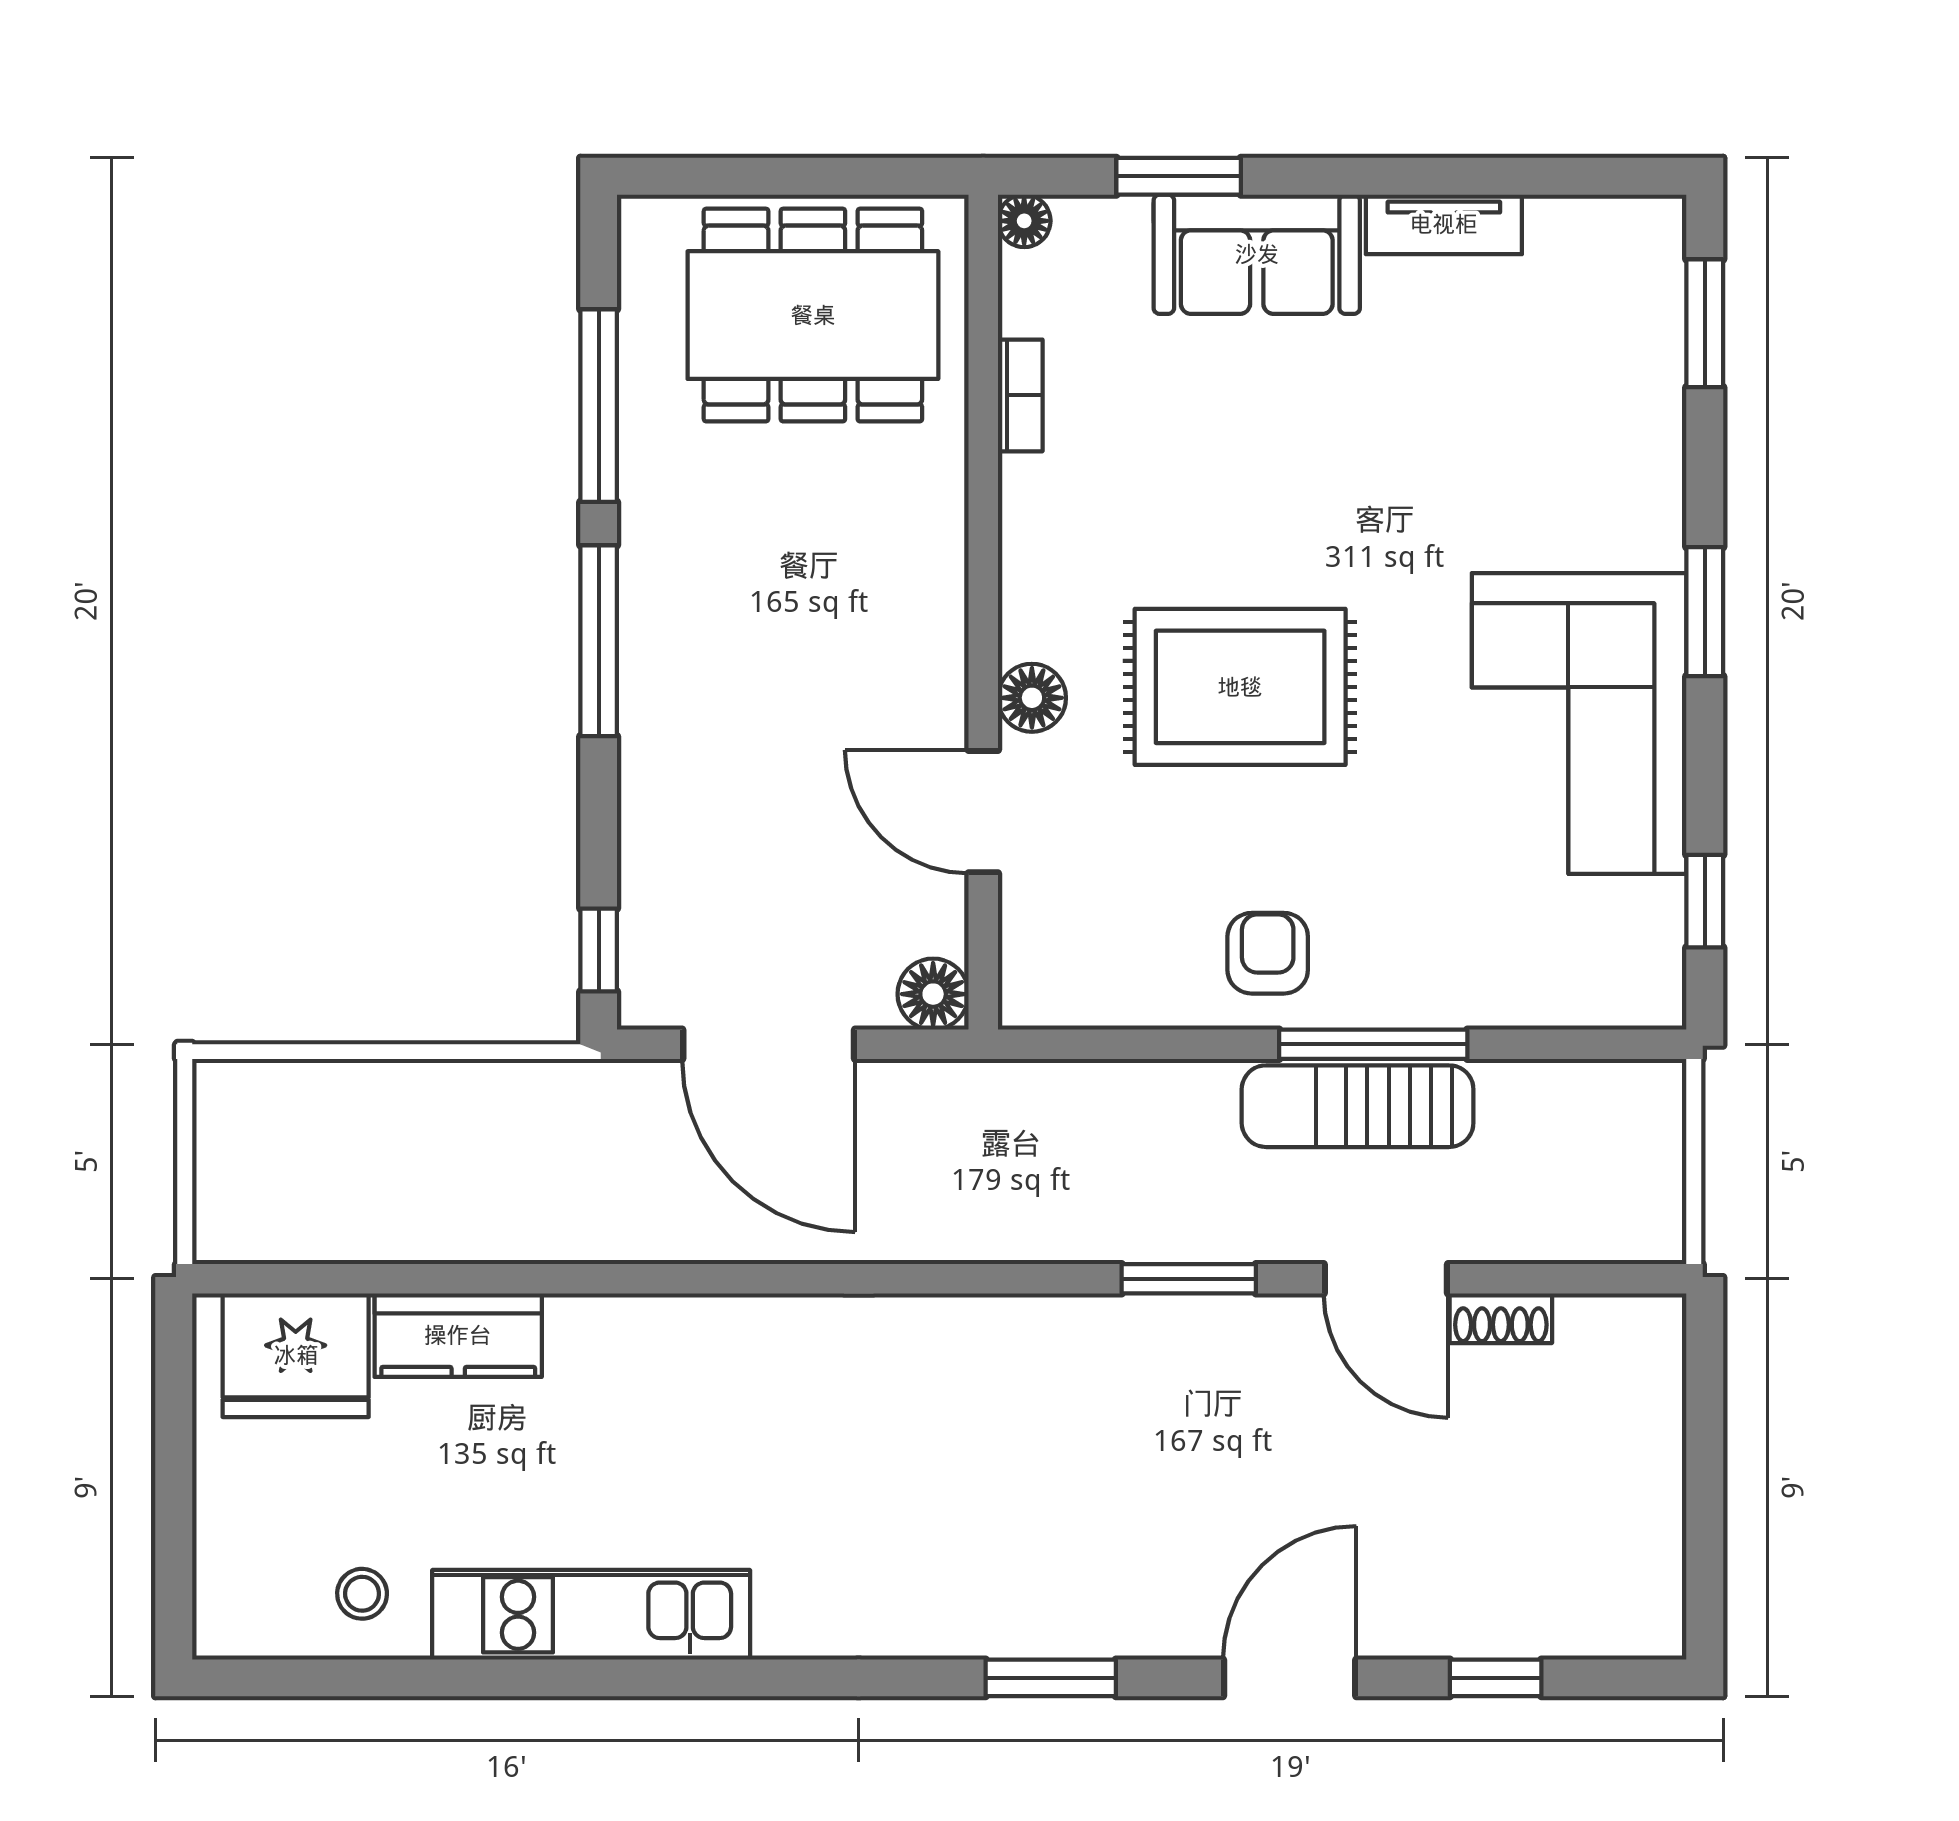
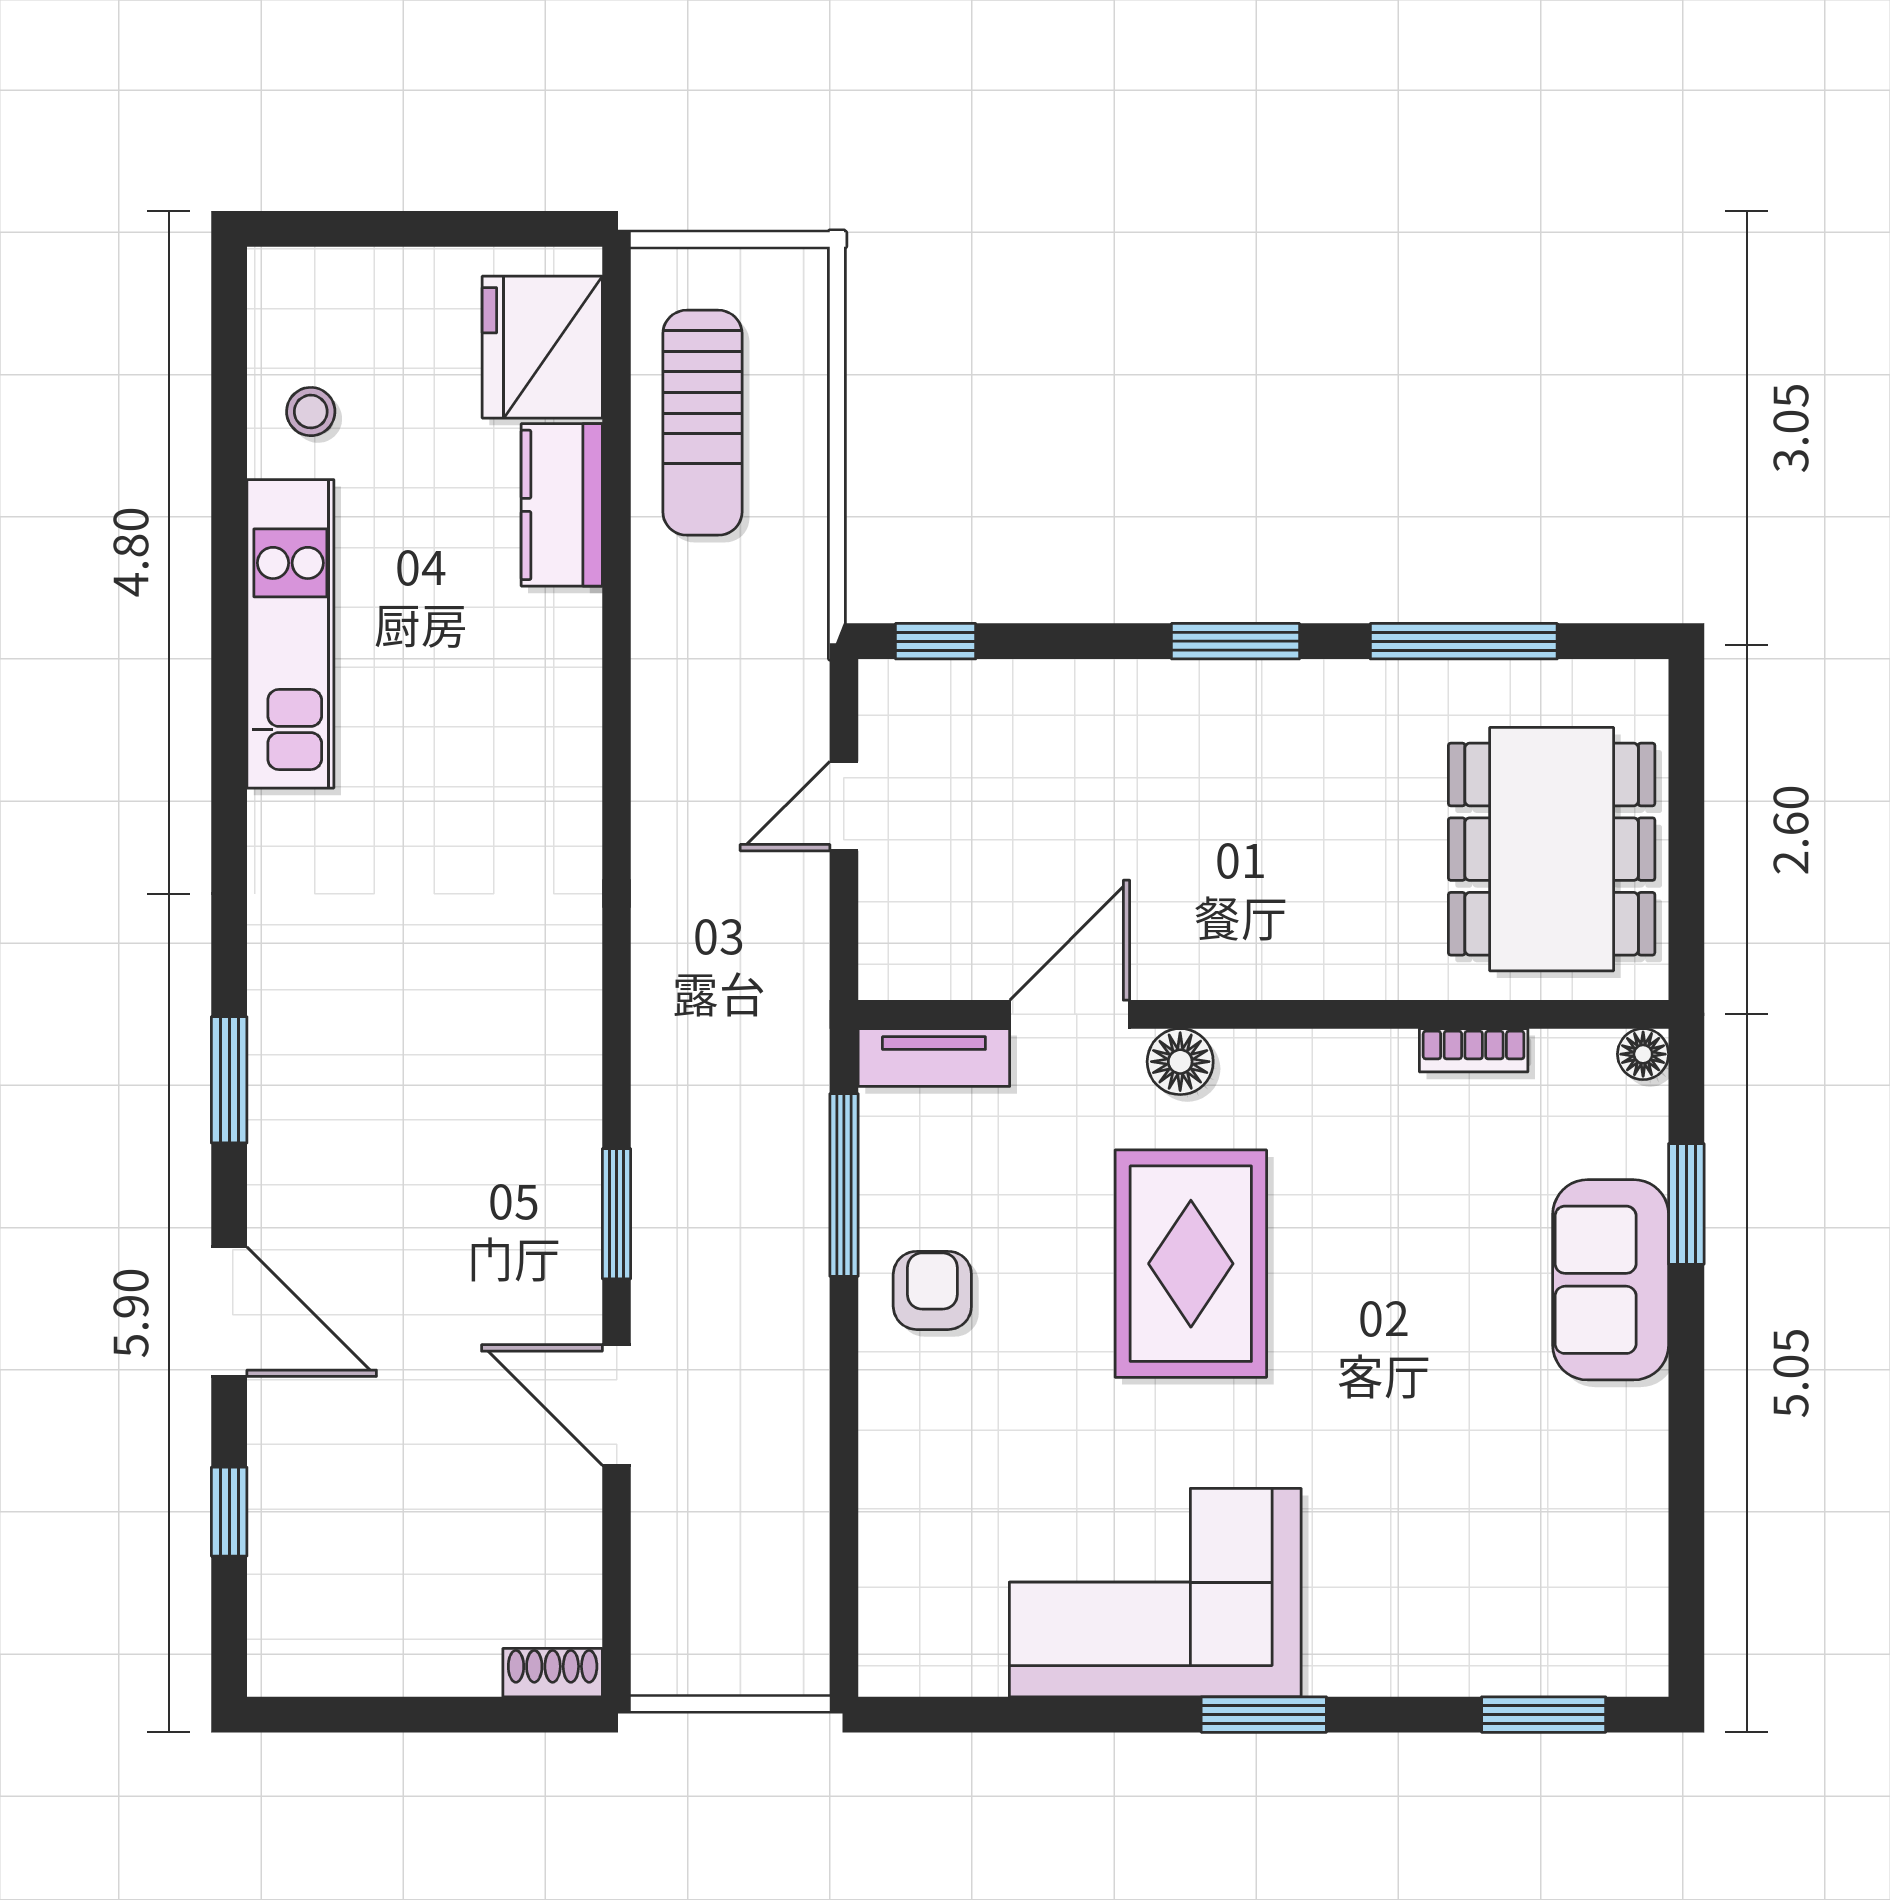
tv unit: (1444, 224) -> (934, 1058), moved, turned -90
window: (599, 641) -> (1235, 641), width x0.69
window: (1705, 901) -> (983, 1715), removed
armchair: (1268, 953) -> (932, 1290), turned -90
floor lamp: (933, 994) -> (893, 966), removed
door: (769, 1044) -> (844, 806), width x0.53
window: (1373, 1044) -> (844, 1185), moved
sun lounger: (1358, 1106) -> (702, 423), moved, turned 180
door: (1386, 1279) -> (617, 1405), hinge flipped
shoe rack: (1501, 1318) -> (553, 1673), moved, turned 90

